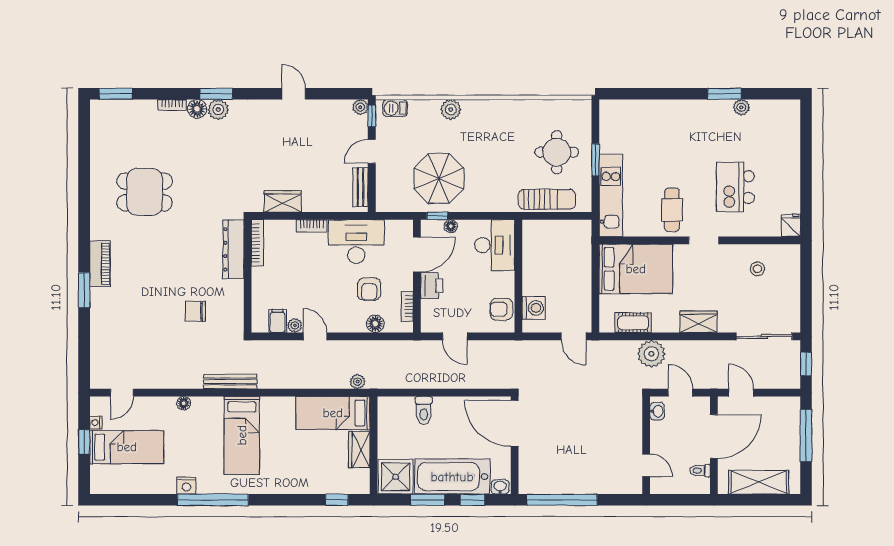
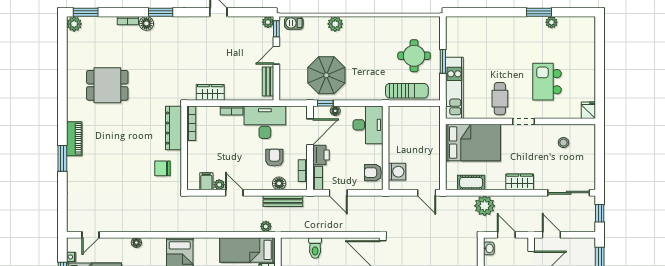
plant: (218, 110) -> (74, 24), moved
armchair: (369, 289) -> (274, 158), turned 180
chair: (195, 311) -> (162, 168), moved
bookcase: (427, 316) -> (318, 178), added
bench: (230, 381) -> (283, 201), moved

